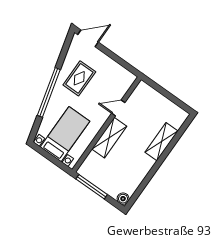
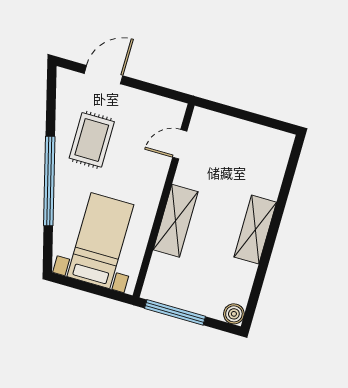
door: (88, 38) -> (104, 75), moved
door: (118, 108) -> (180, 144), moved
shelving: (162, 142) -> (255, 230), moved

